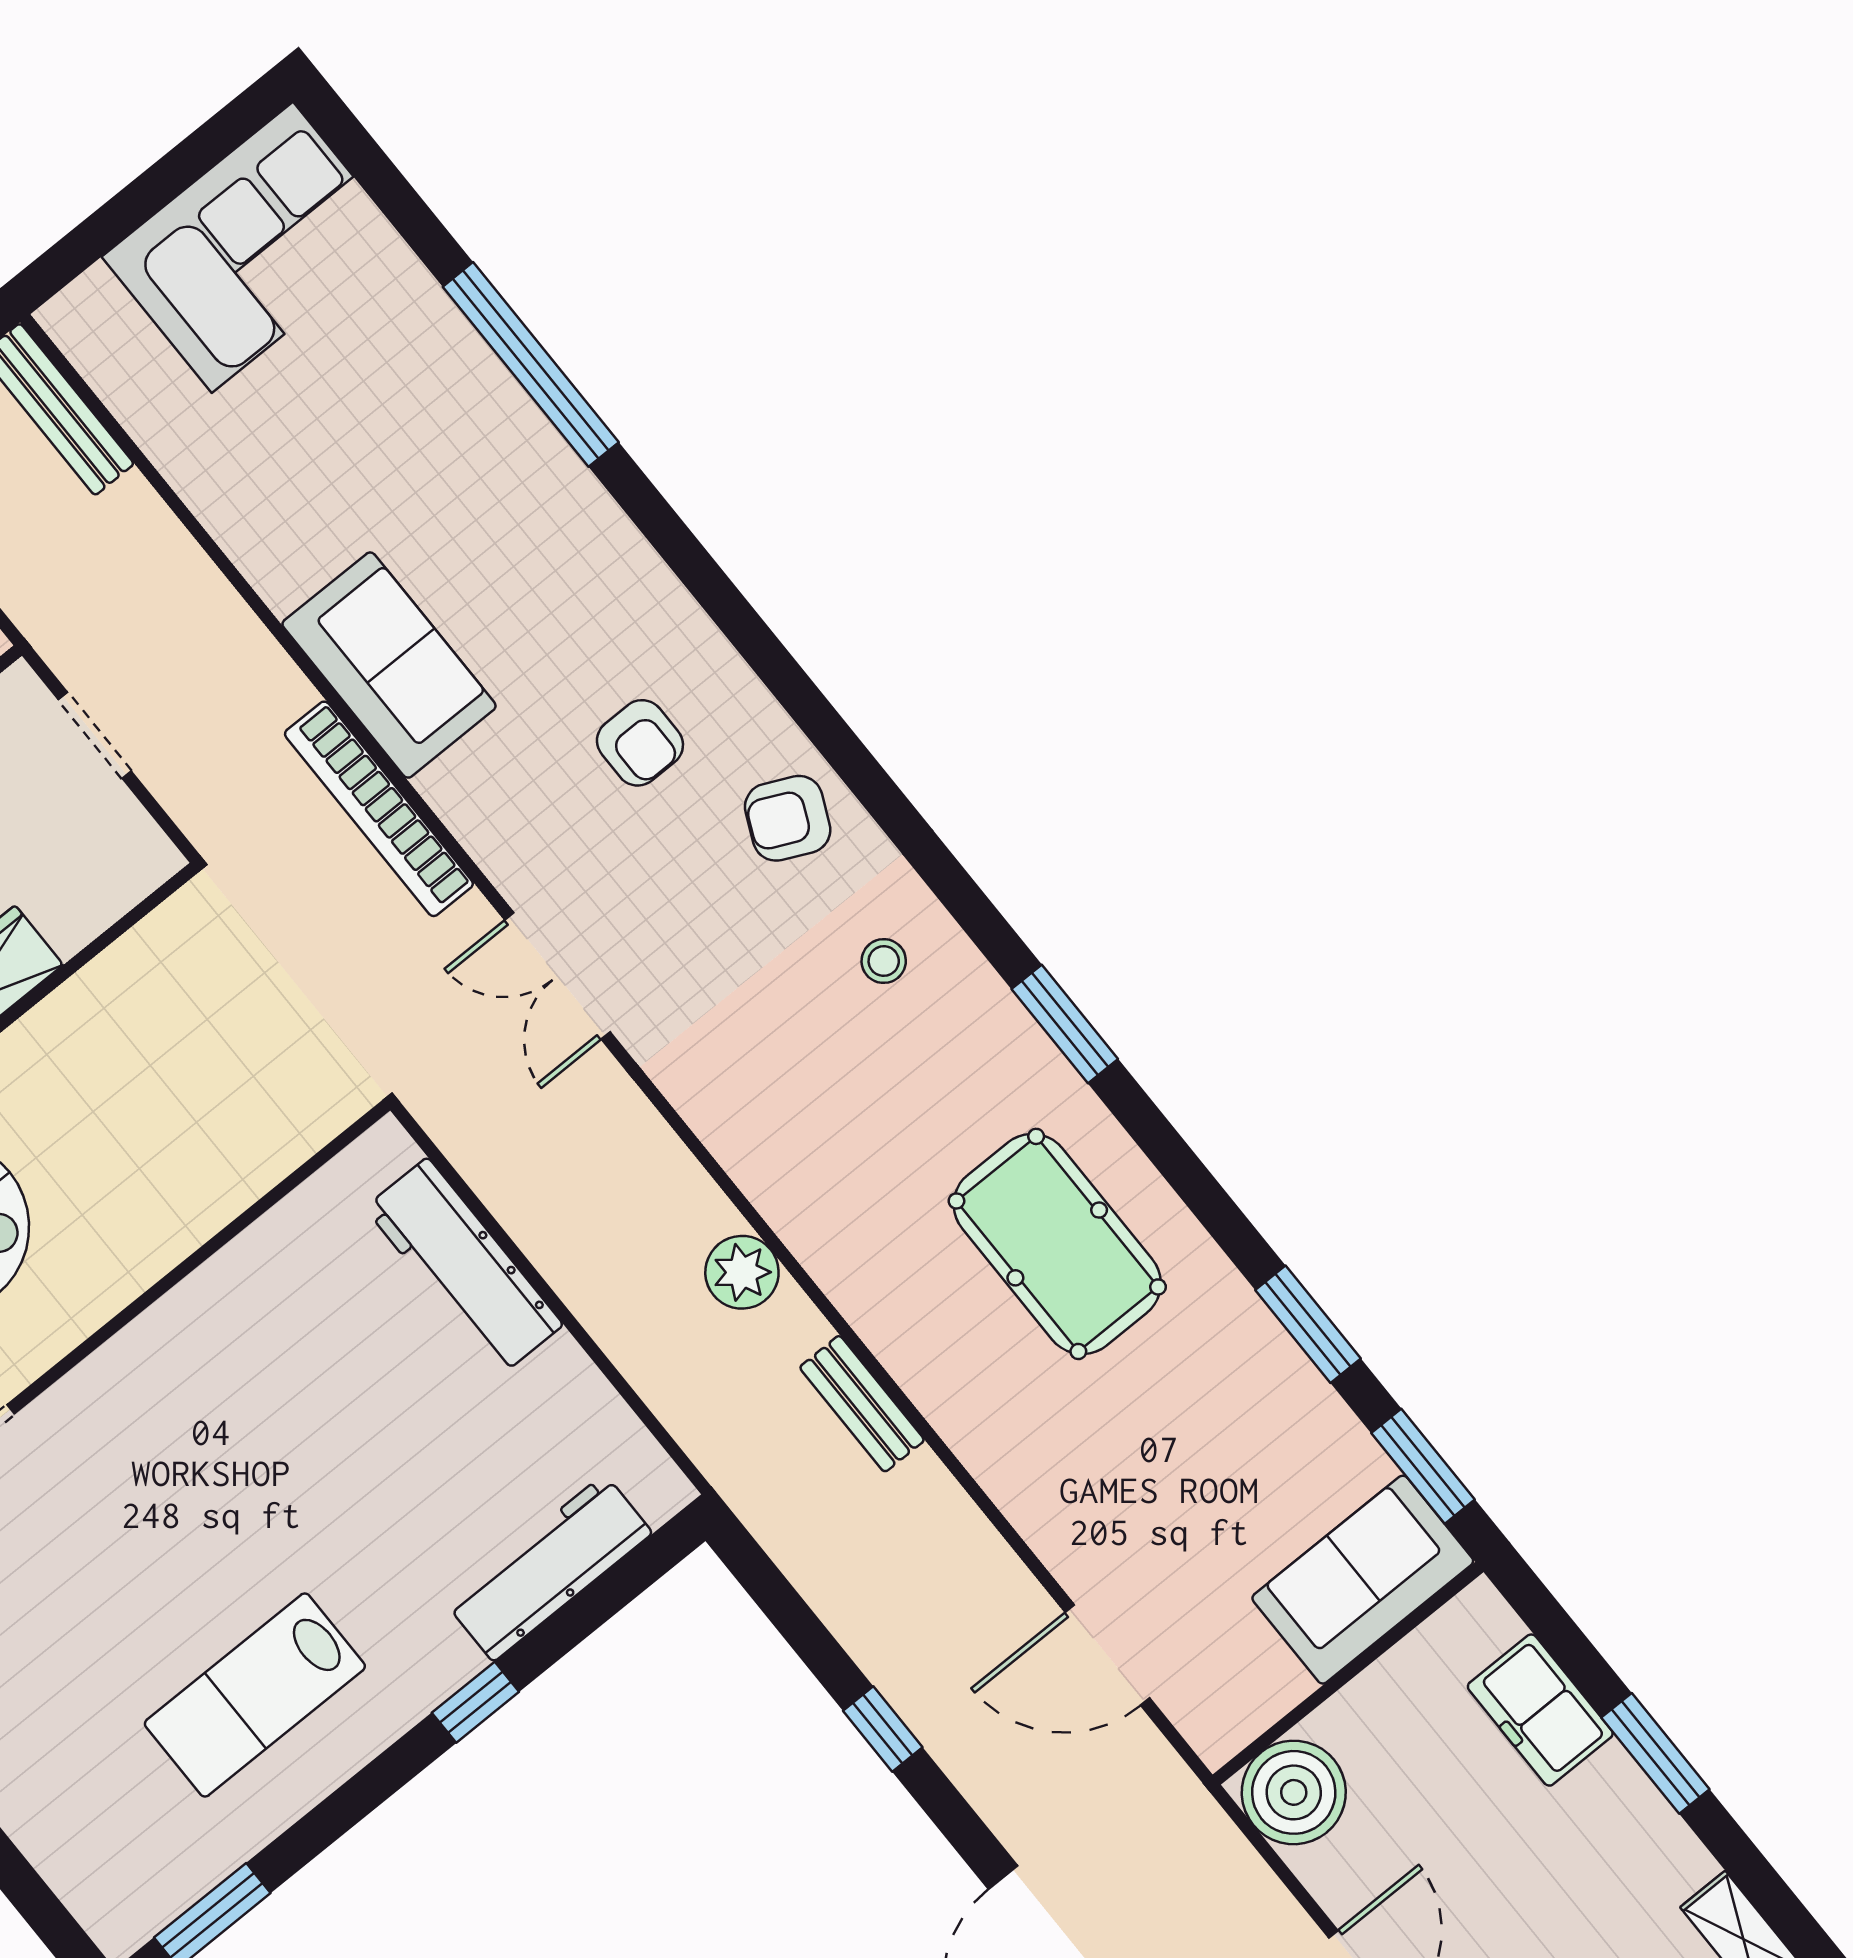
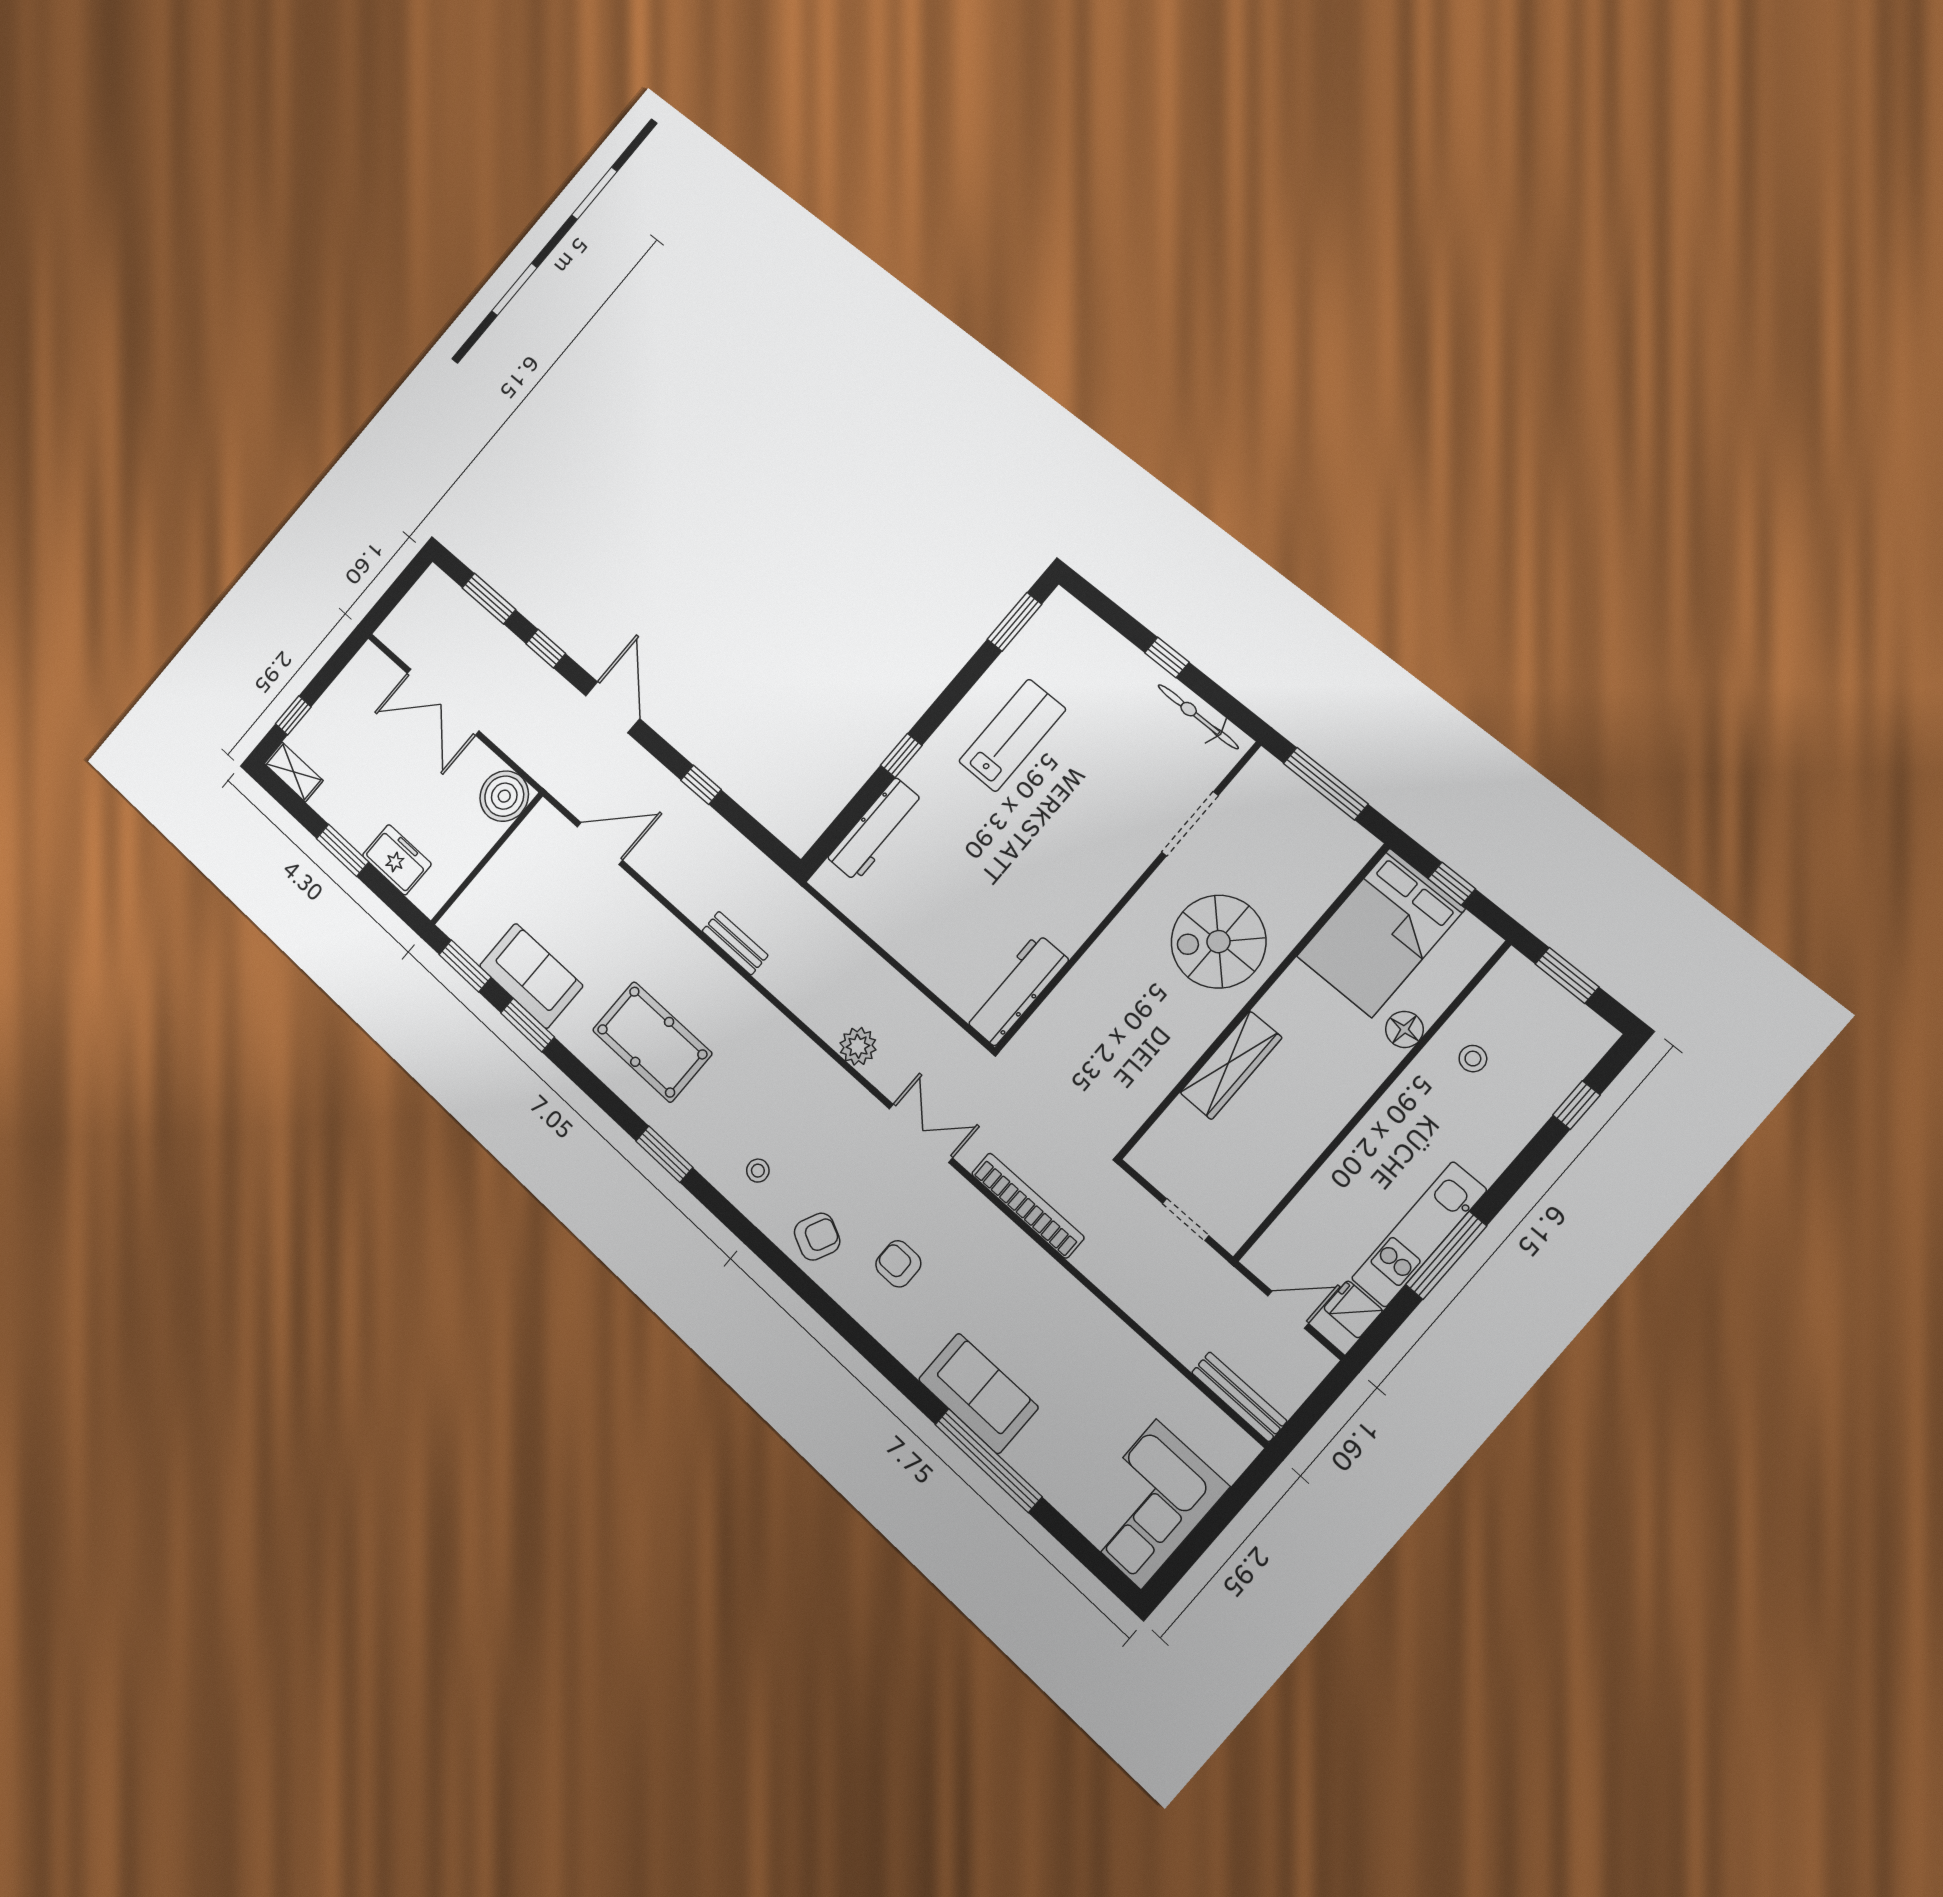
sofa: (389, 665) -> (978, 1393), moved, turned 180
workbench: (464, 1266) -> (1016, 989), moved, turned -90
plant: (742, 1272) -> (858, 1046), moved
sofa: (1363, 1580) -> (531, 976), moved, turned -90

